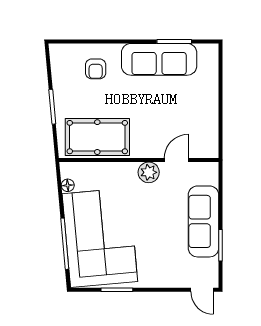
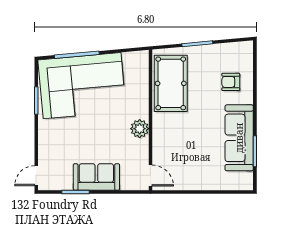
door: (176, 160) -> (150, 176), moved
floor lamp: (68, 185) -> (128, 57), removed
sofa: (204, 221) -> (96, 177), width x0.73

